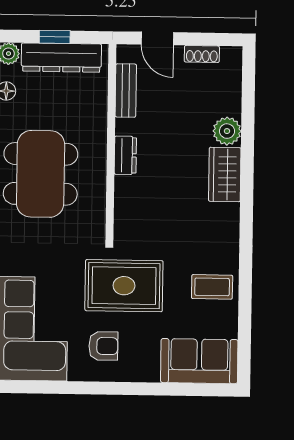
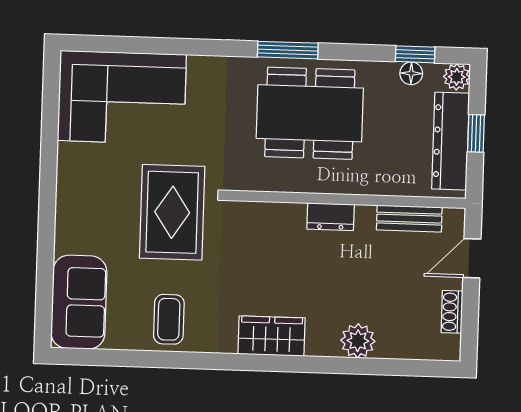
wardrobe: (225, 174) -> (272, 336), moved
armchair: (103, 346) -> (99, 186), removed

